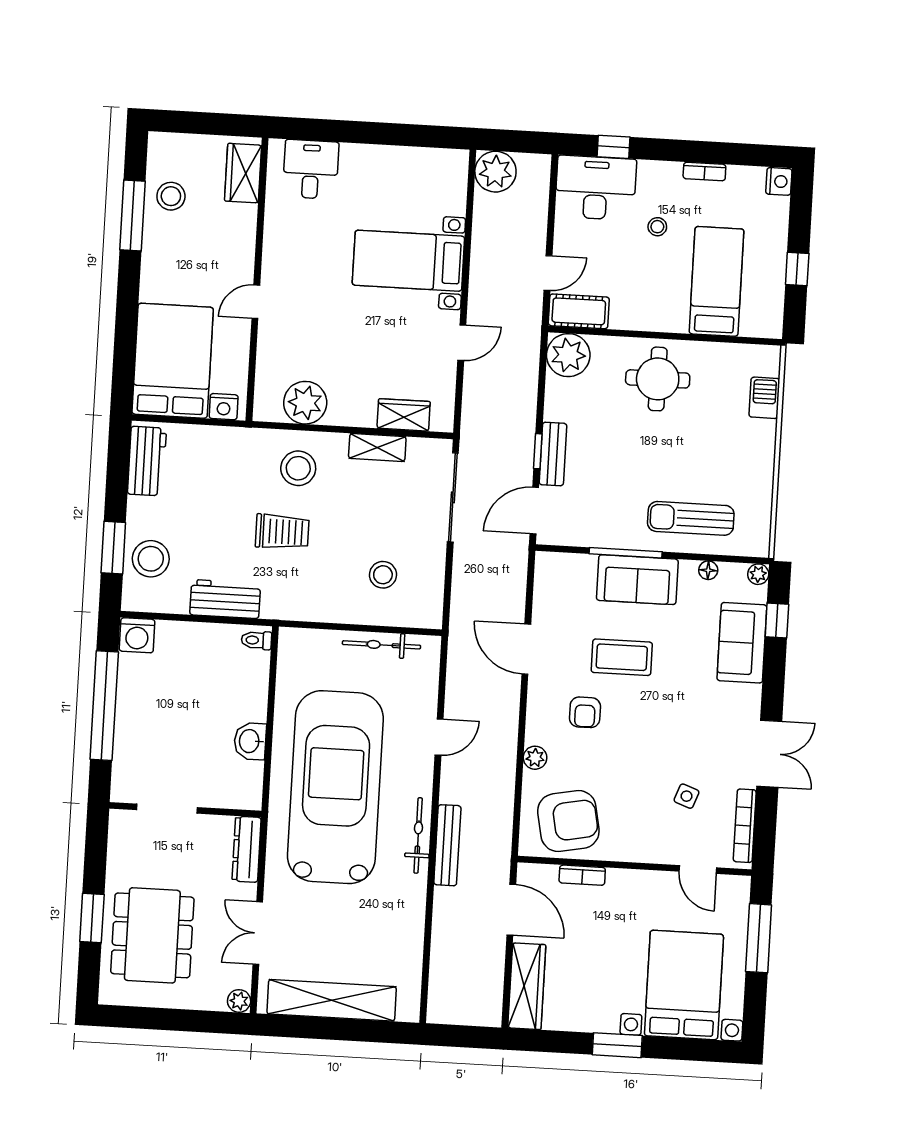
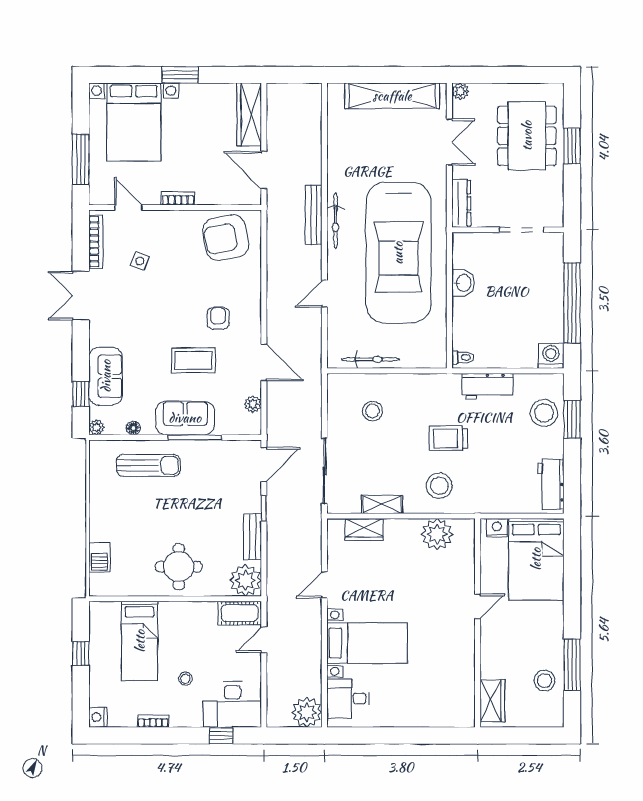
desk: (311, 169) -> (348, 698), moved, turned 90
bench: (553, 454) -> (253, 537), moved
plant: (535, 758) -> (253, 404), moved
bookcase: (582, 875) -> (178, 198), moved

